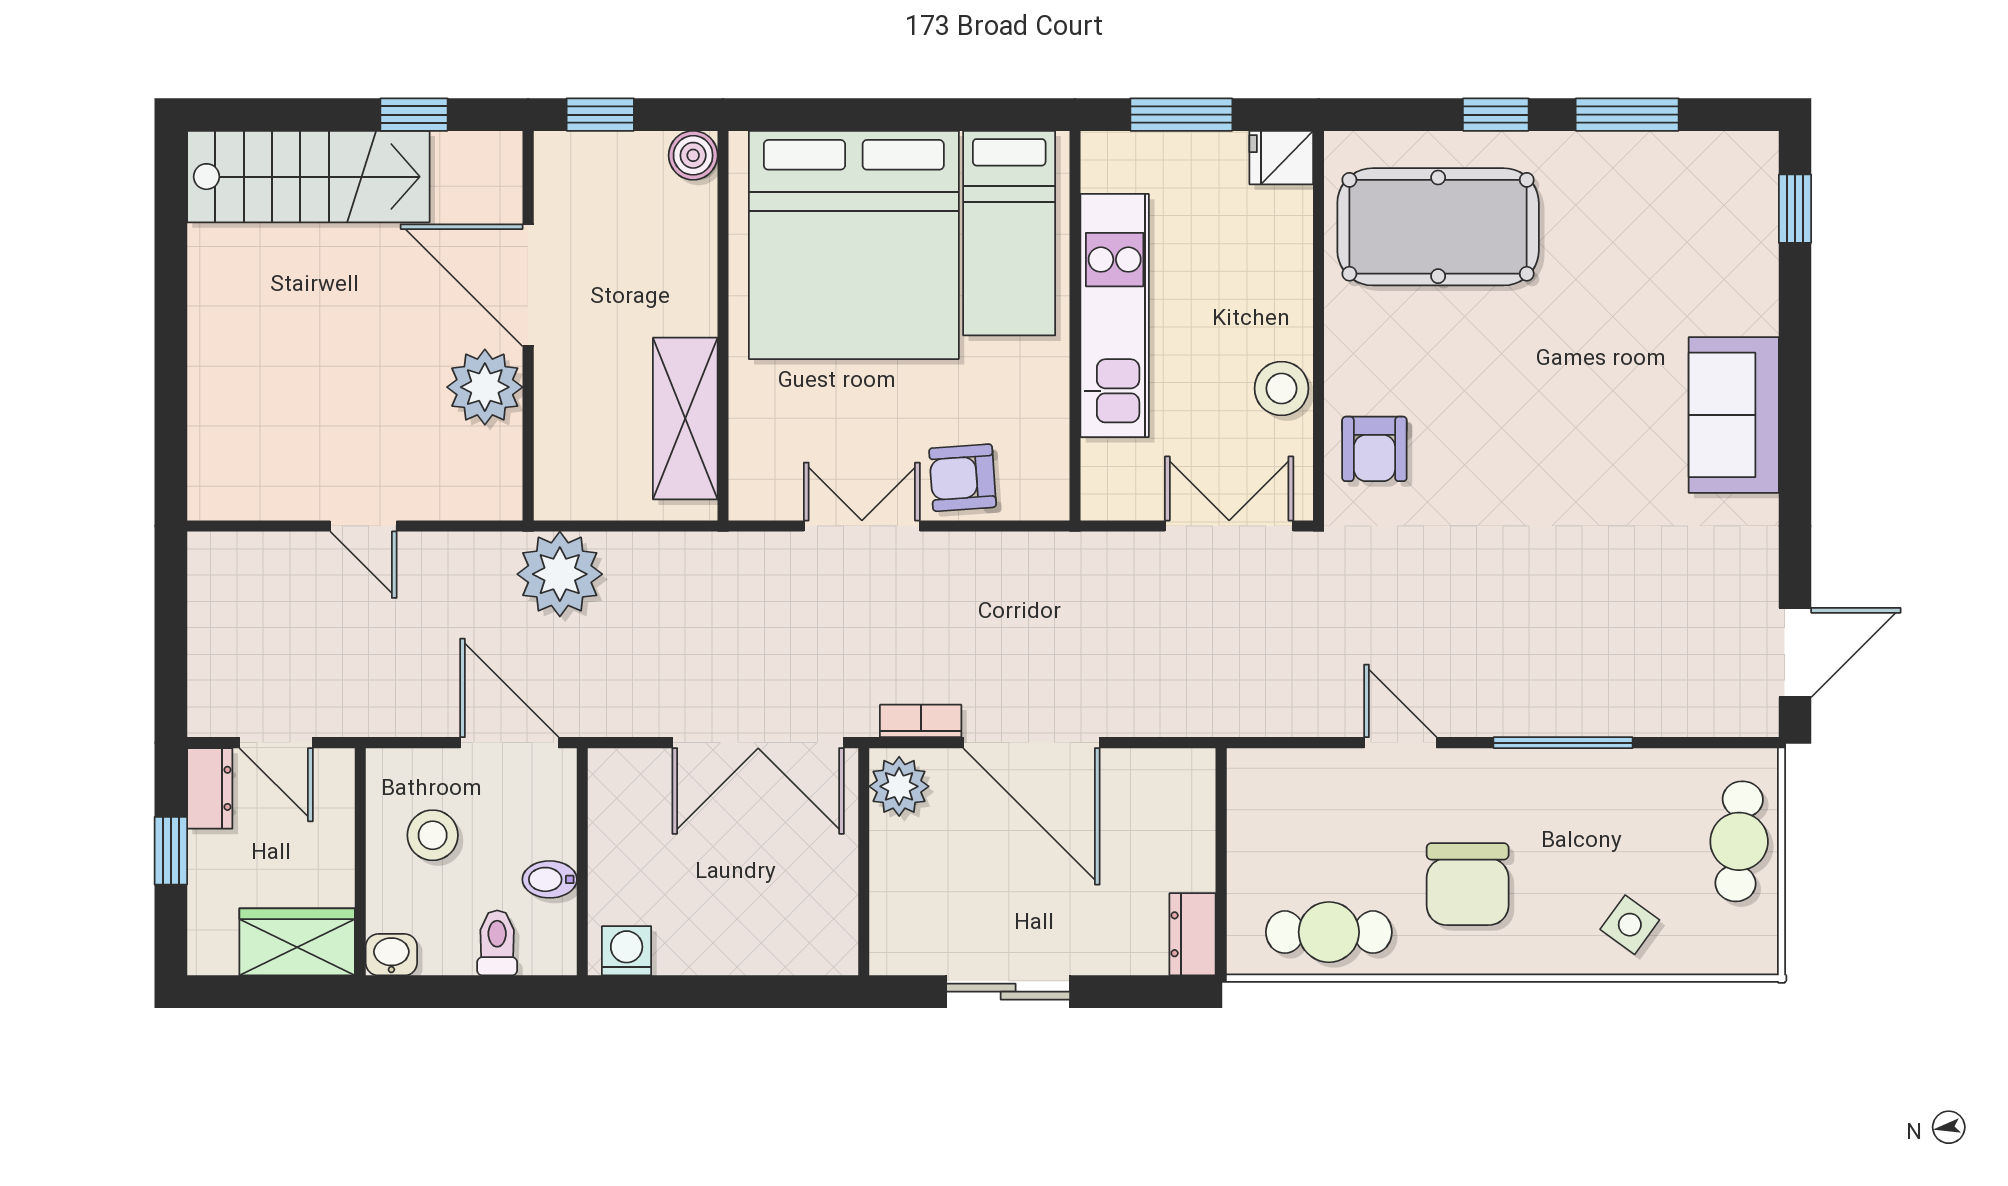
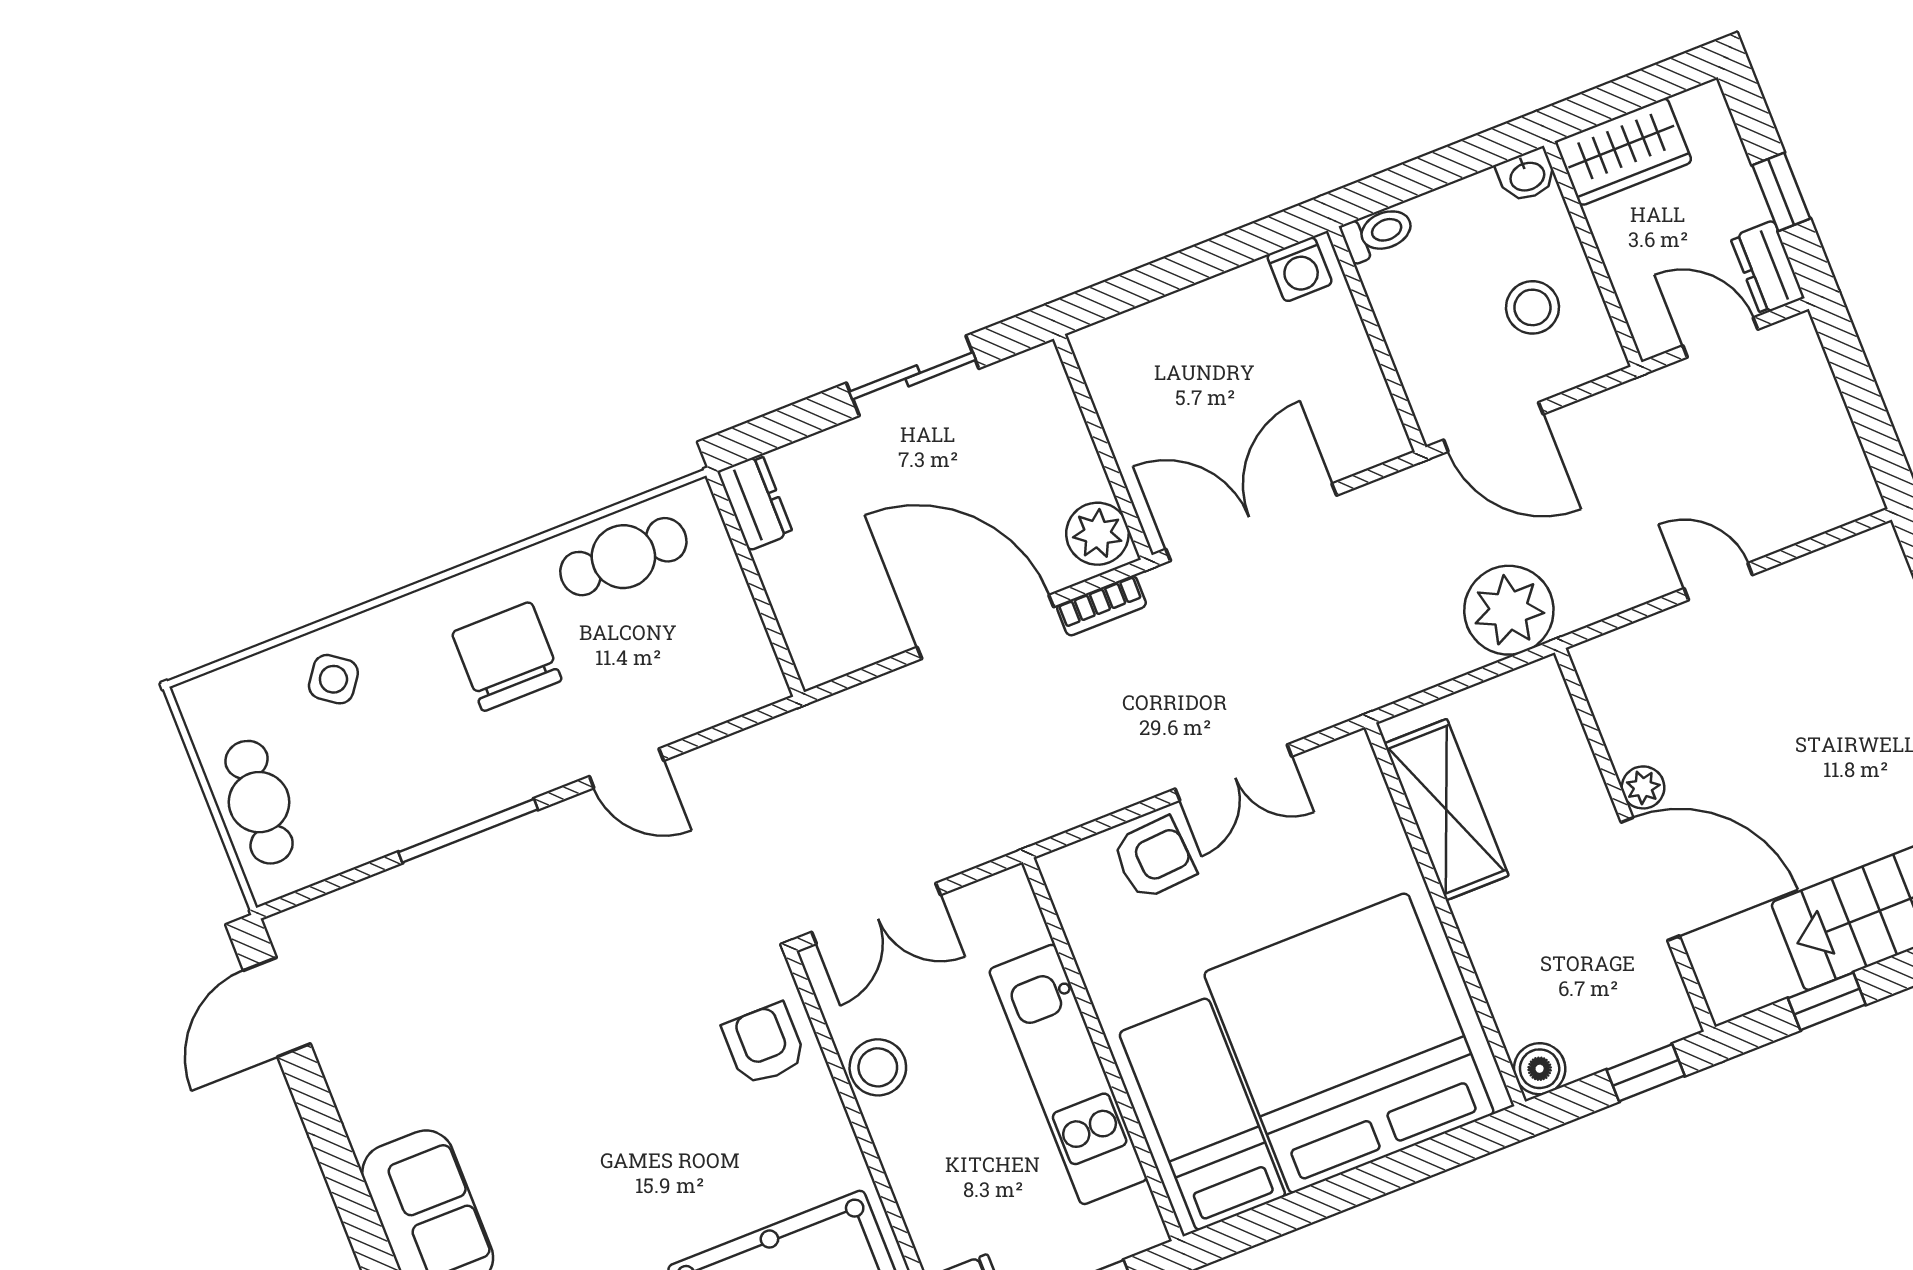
plant: (485, 387) -> (1643, 787), width x0.53, depth x0.53
bidet: (550, 879) -> (1402, 309), removed
toilet: (497, 943) -> (1378, 233), moved, turned -90

